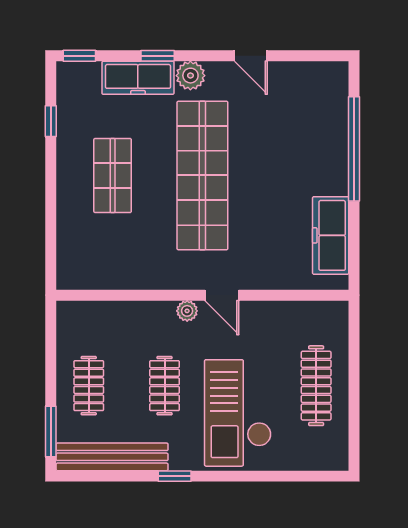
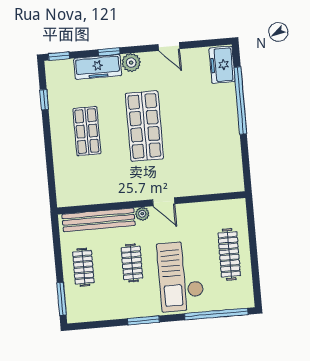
shop shelf: (202, 175) -> (144, 126), width x0.71
freezer: (331, 235) -> (222, 65), moved, width x0.71
bench: (112, 457) -> (99, 220), moved
window: (175, 476) -> (143, 320), width x1.50
window: (288, 476) -> (216, 314), added

